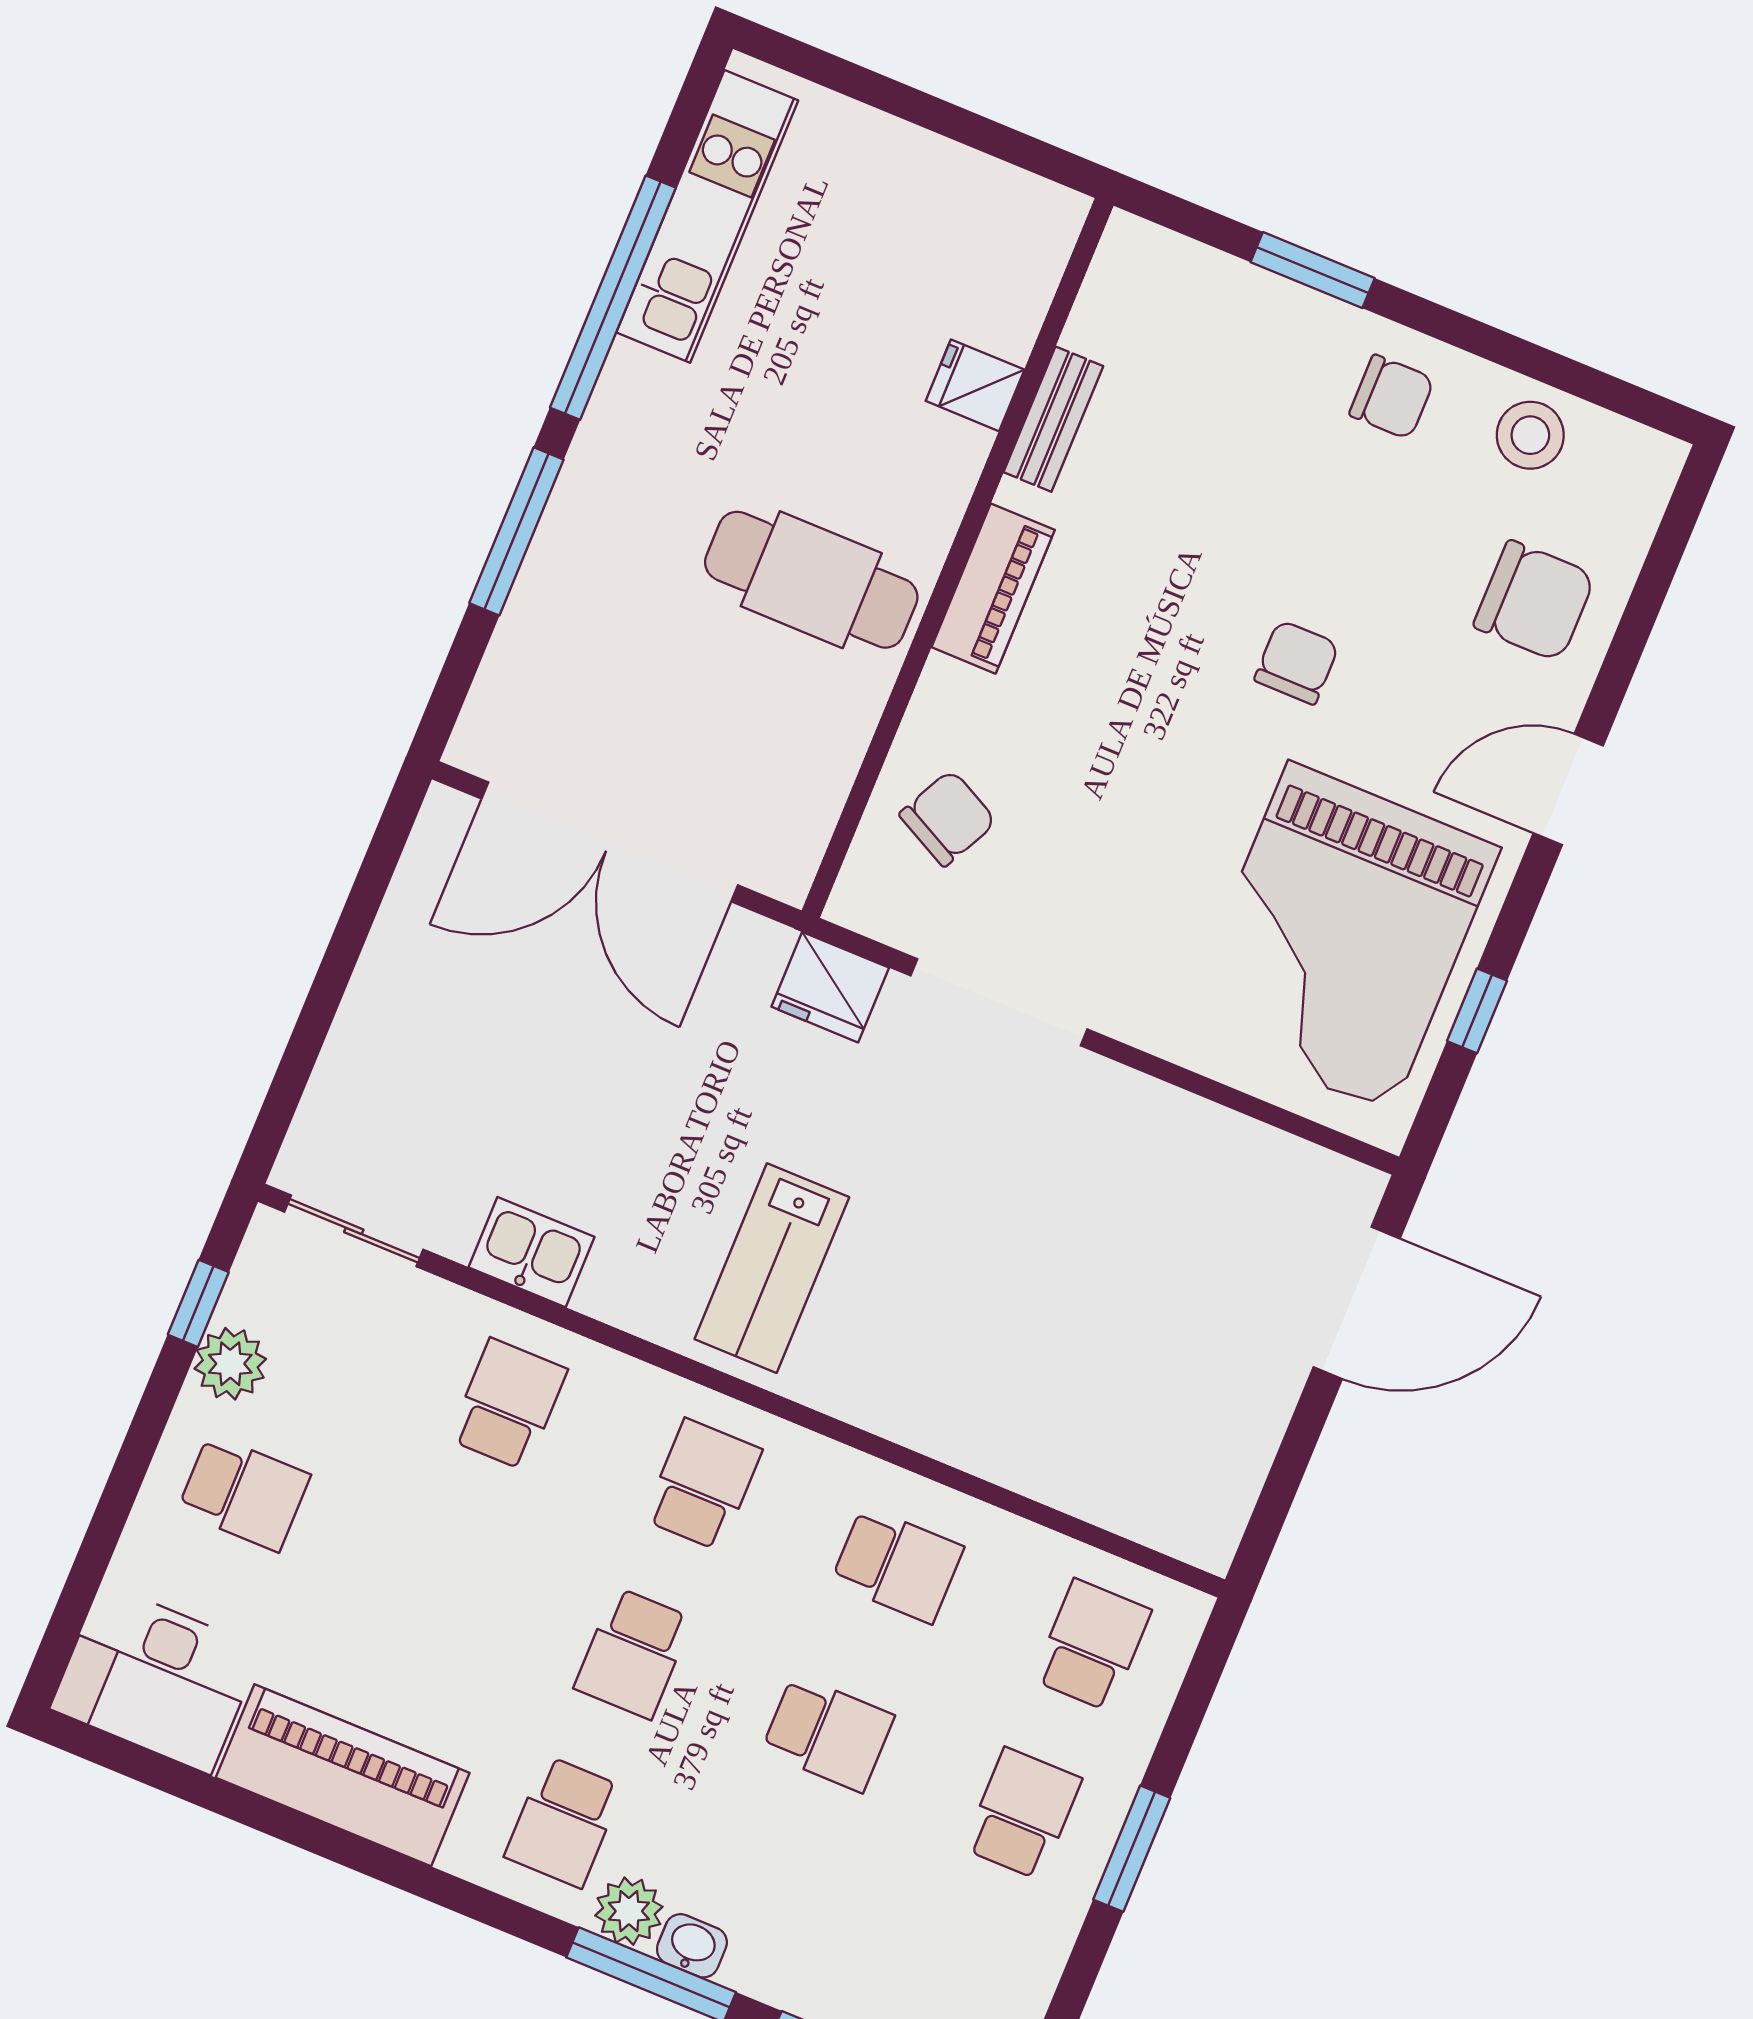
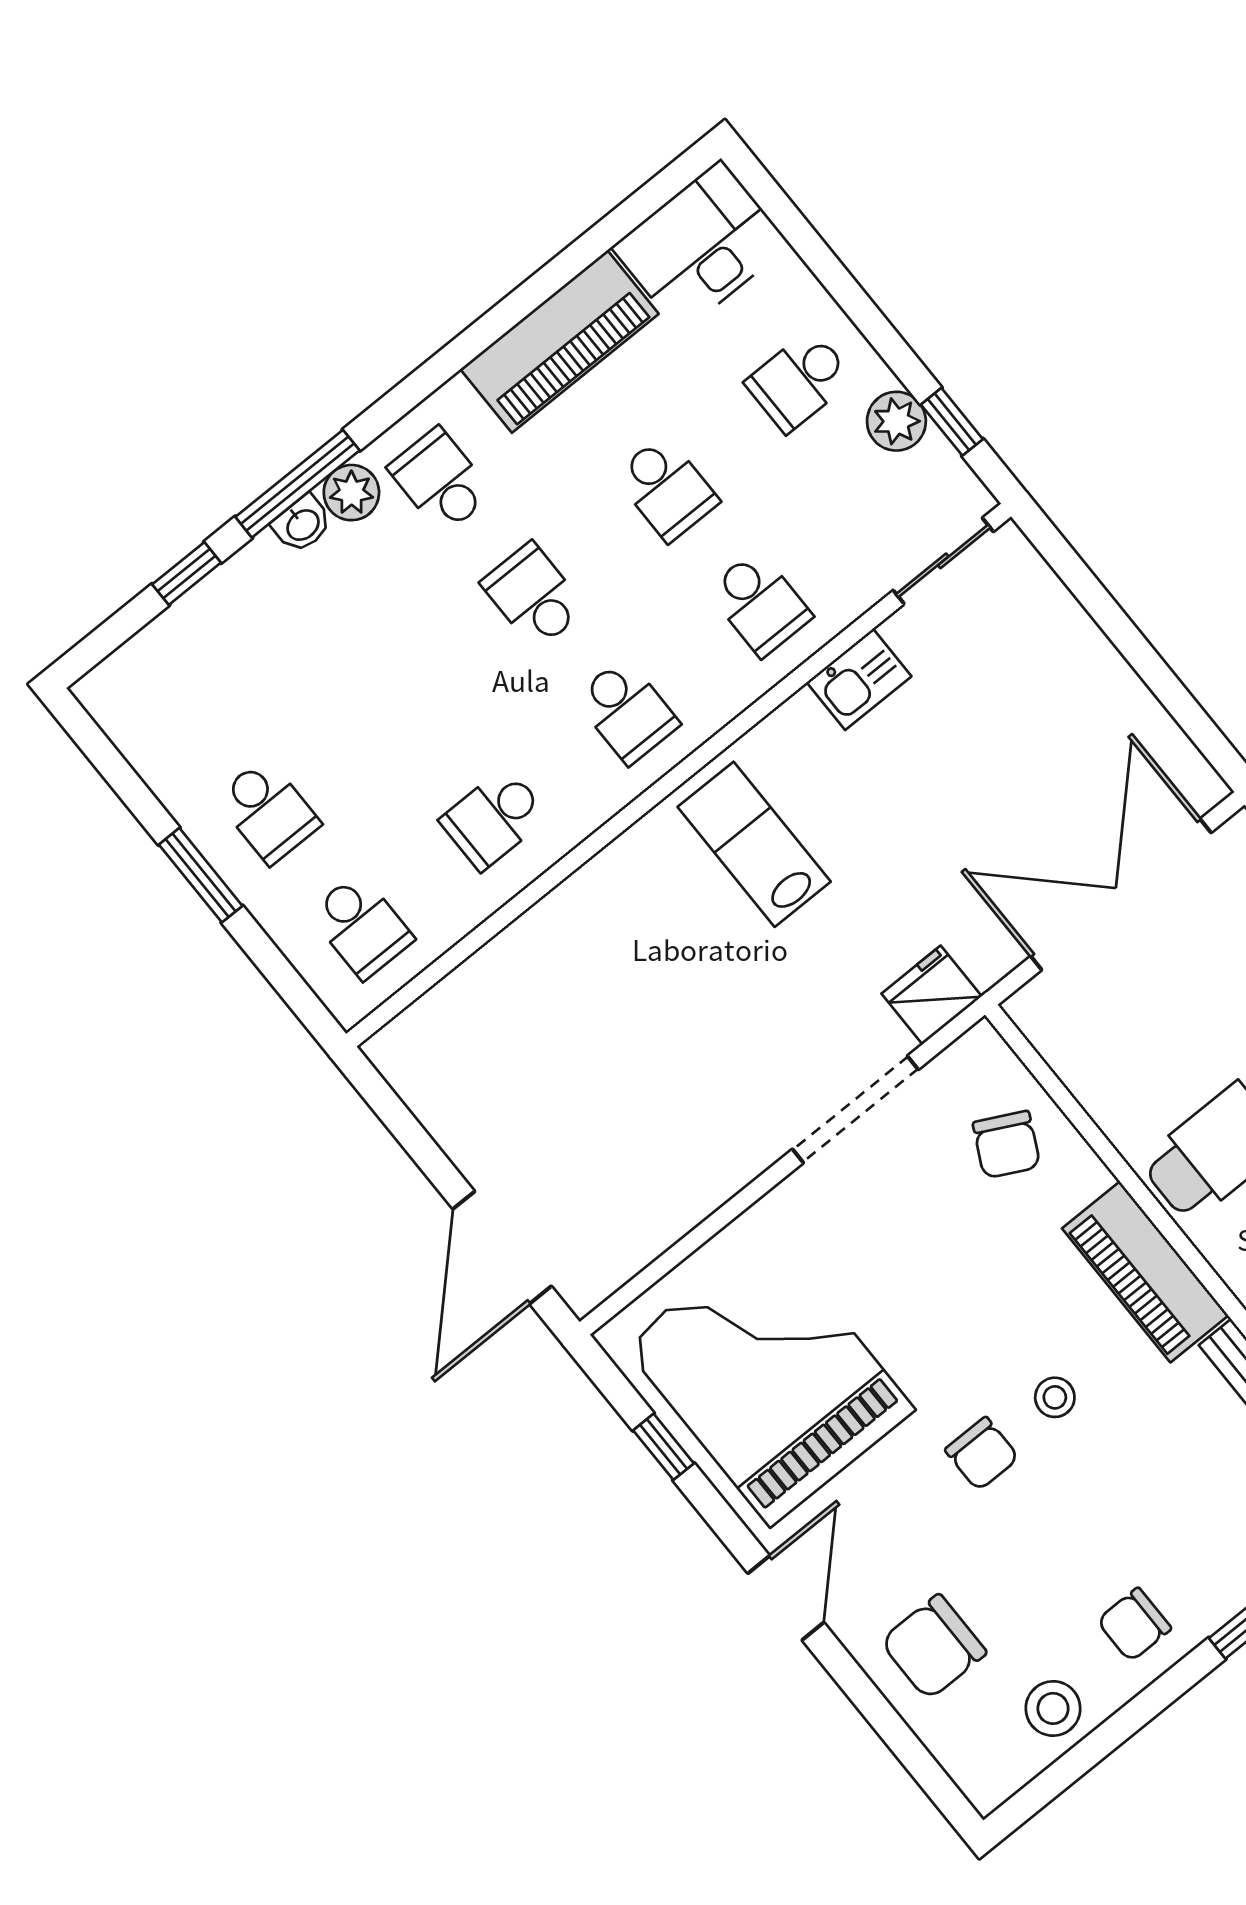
piano: (993, 589) -> (1145, 1272), width x1.37, depth x1.33
stool: (1193, 617) -> (1055, 1397), added
school desk: (828, 1733) -> (666, 488), moved, turned -90

